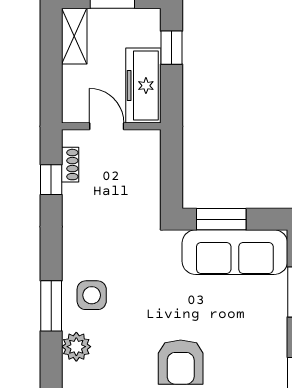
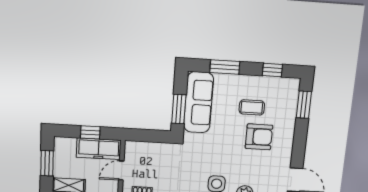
window: (171, 48) -> (90, 132), moved
coffee table: (232, 345) -> (252, 107), added

